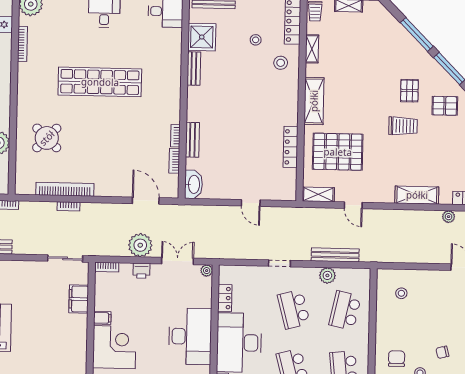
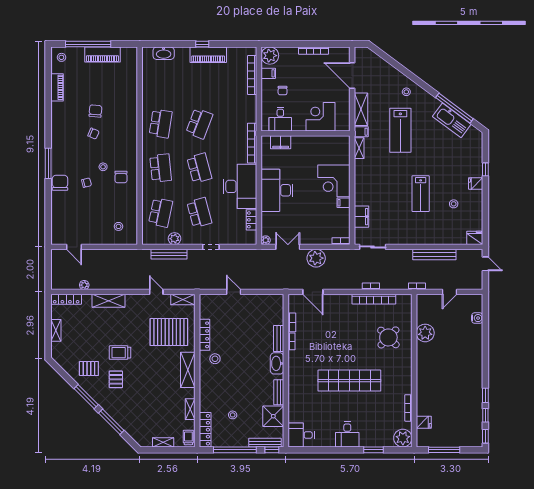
stool: (281, 63) -> (215, 359), moved
washbasin: (193, 184) -> (277, 363), moved
double door: (177, 261) -> (288, 247), swing flipped
printer: (141, 271) -> (315, 239), removed

